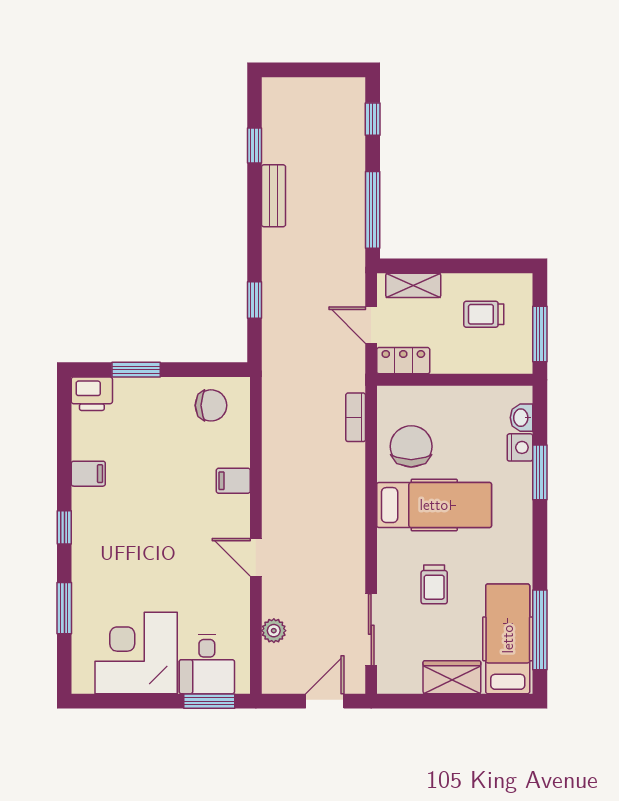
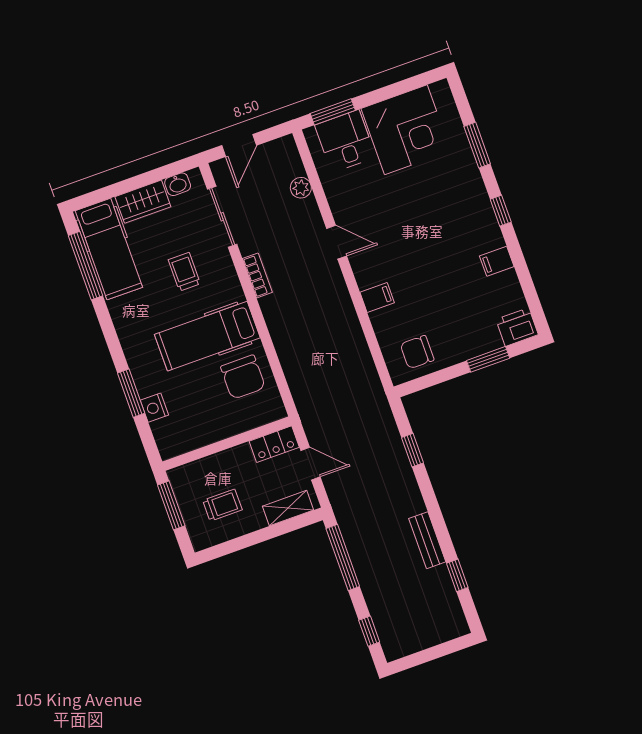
bookcase: (356, 417) -> (257, 275), moved
washbasin: (521, 418) -> (178, 184), moved, turned 90

